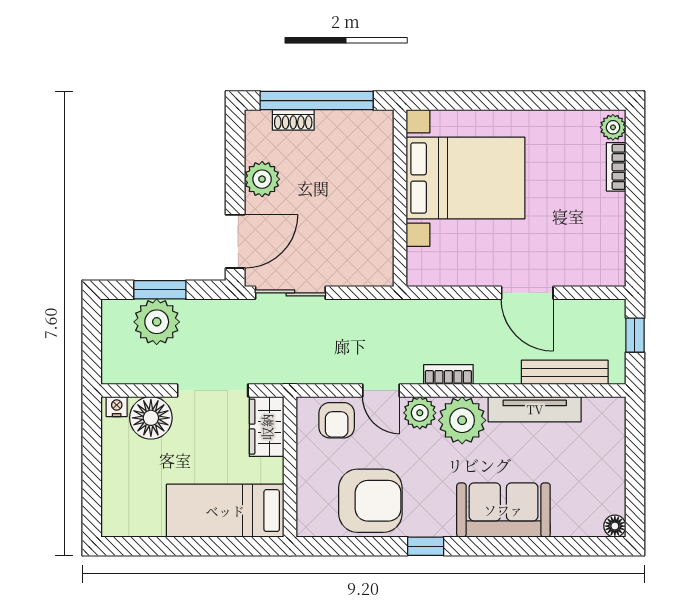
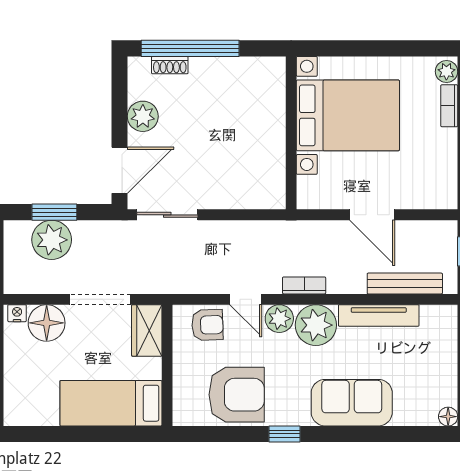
bed with nightstands: (465, 178) -> (348, 115), moved
wall: (400, 198) -> (291, 133), moved
armchair: (337, 420) -> (207, 325), turned -92

